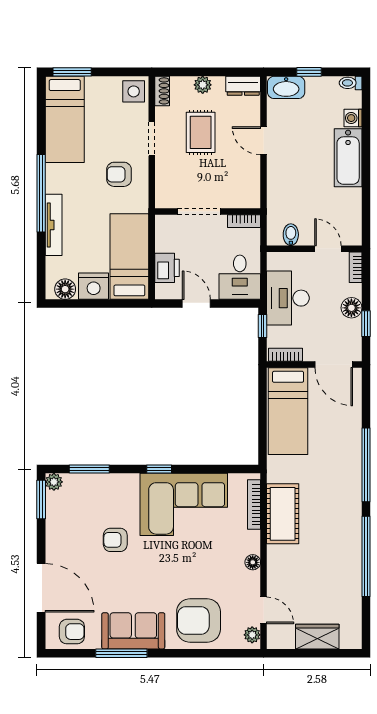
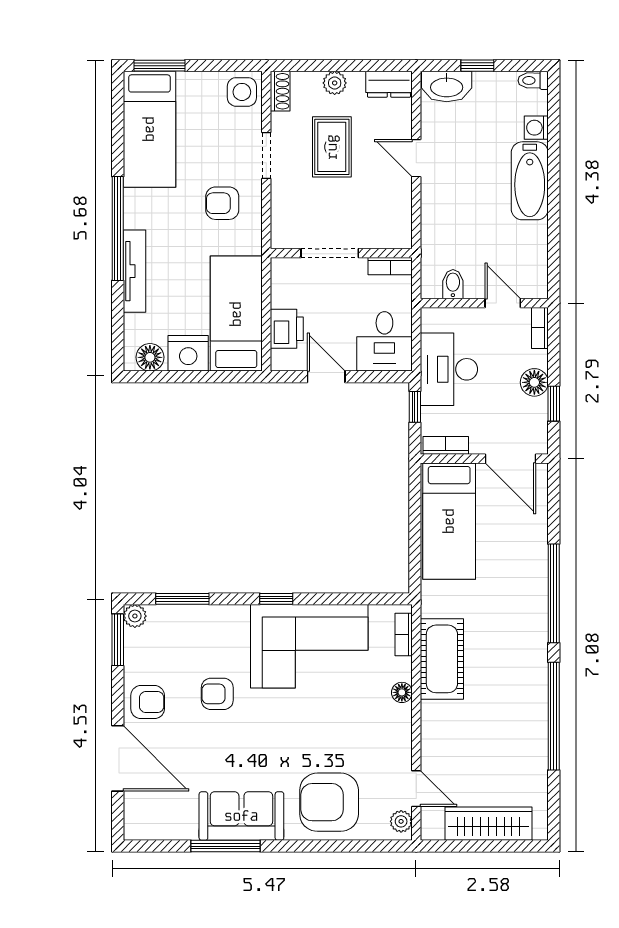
bookcase: (254, 505) -> (404, 635), width x0.64
floor lamp: (253, 562) -> (402, 692), moved
armchair: (72, 632) -> (148, 702), moved
wardrobe: (317, 637) -> (488, 824), width x1.50

